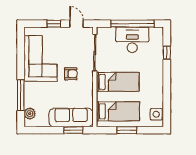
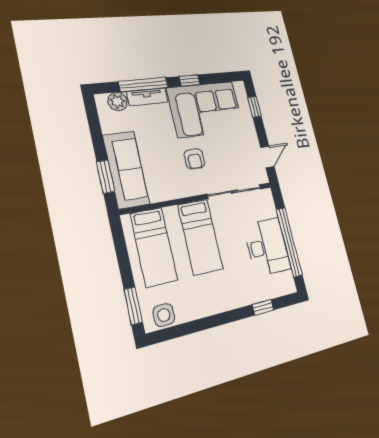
window: (54, 24) -> (255, 107), moved
window: (21, 65) -> (190, 80), added
tv unit: (29, 95) -> (147, 97), added
window: (127, 130) -> (133, 306), moved

